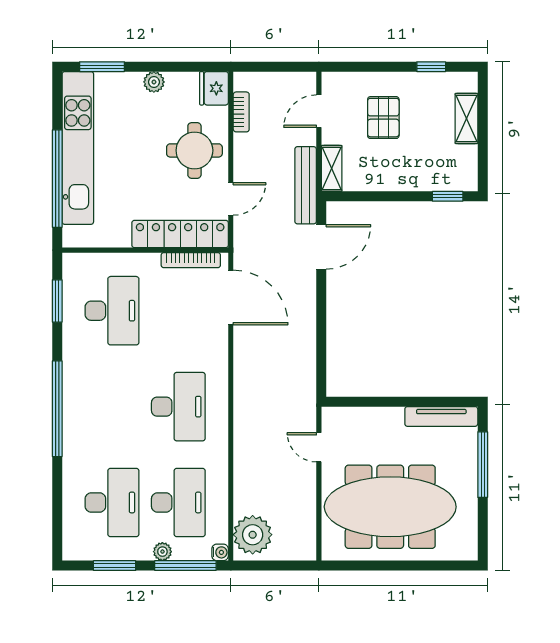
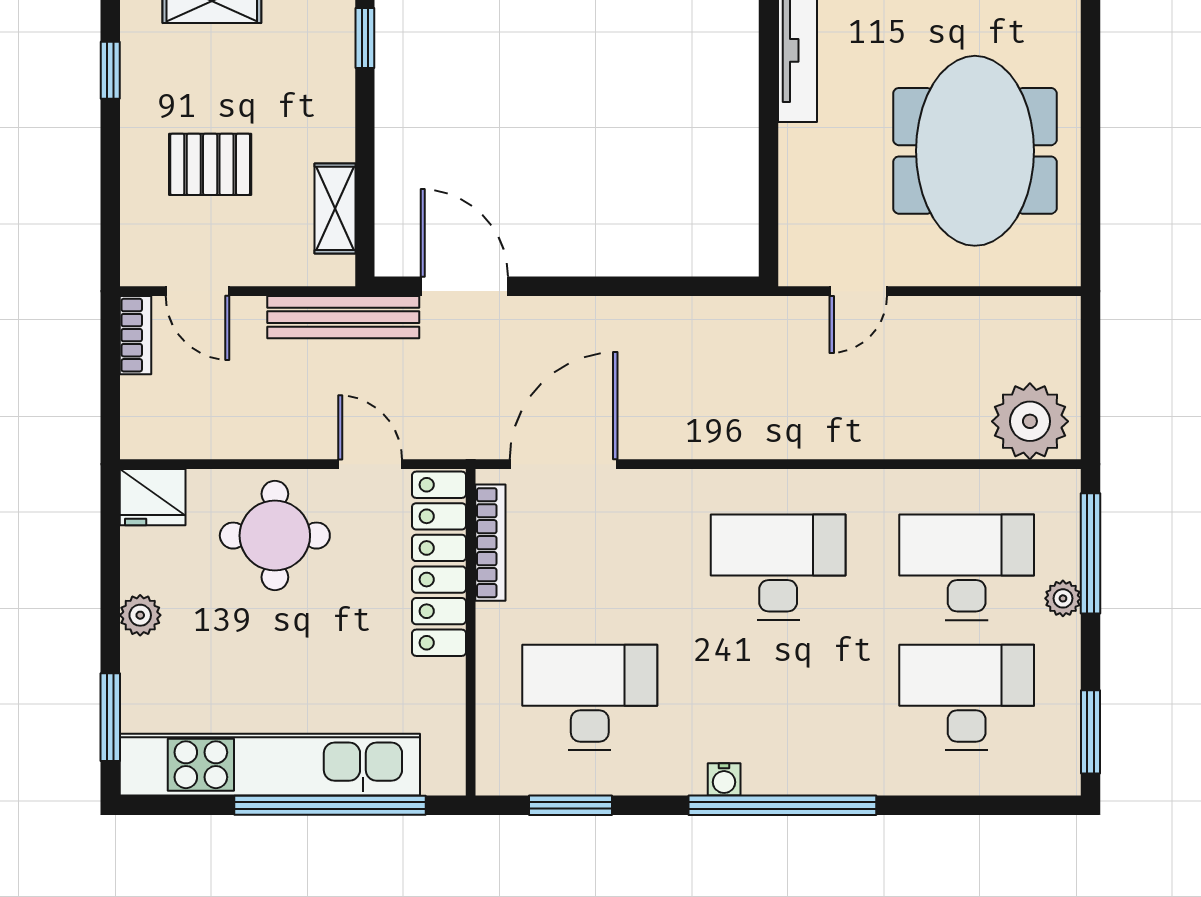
bookcase: (241, 112) -> (135, 335), moved, turned 90
shelving: (332, 168) -> (335, 208), moved, turned 90
meeting table: (390, 507) -> (975, 151), width x0.73
water cooler: (220, 552) -> (724, 779), moved, turned 180
window: (115, 566) -> (1091, 732), moved

